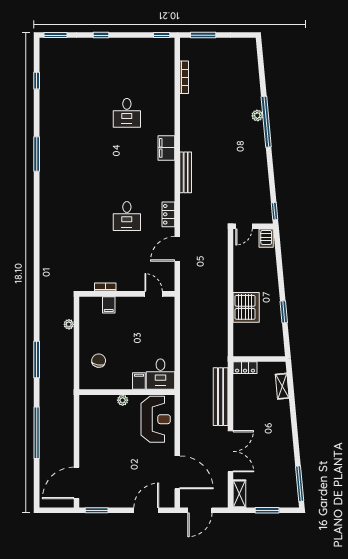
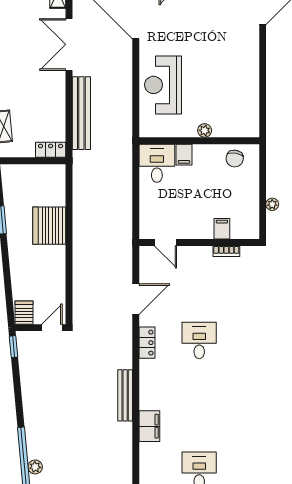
desk: (160, 374) -> (157, 163), moved
filing cabinet: (139, 381) -> (184, 155), moved
wall: (127, 392) -> (199, 141), moved
plant: (123, 400) -> (205, 130), moved

